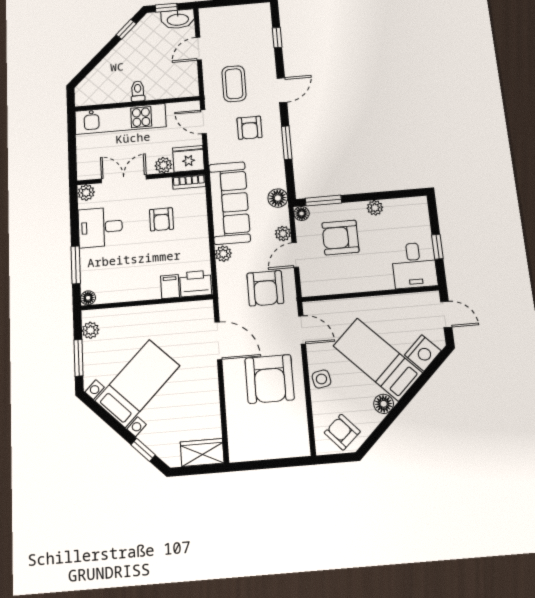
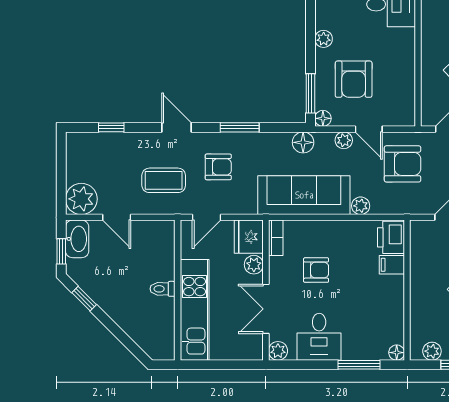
plant: (213, 19) -> (81, 199), added

